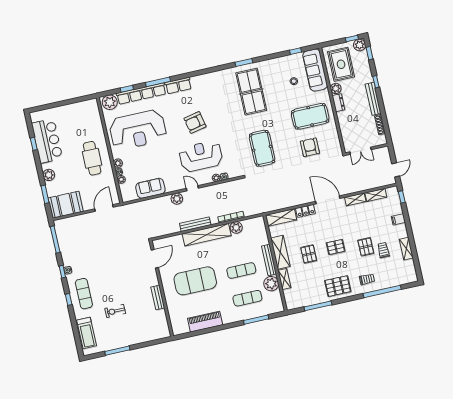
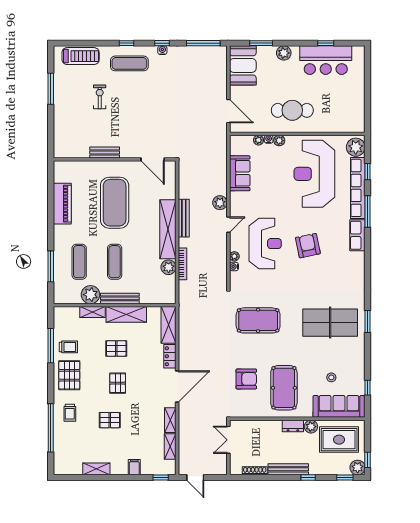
trolley: (383, 250) -> (68, 347), moved
treadmill: (87, 333) -> (81, 56), turned 180

